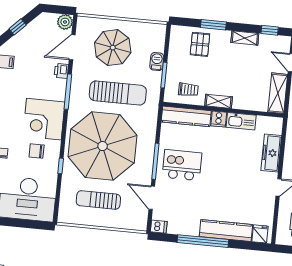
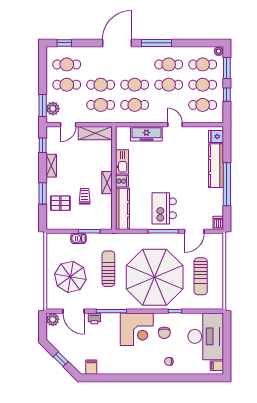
trolley: (188, 90) -> (85, 196), moved
sun lounger: (118, 93) -> (108, 269), width x0.73, depth x0.75

